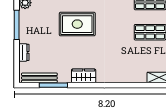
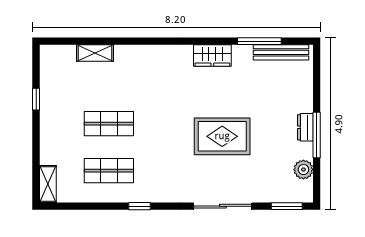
dresser: (24, 52) -> (305, 127), moved

